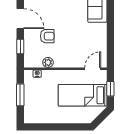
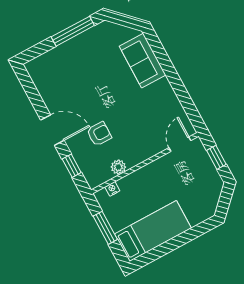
bed: (83, 95) -> (153, 231), moved, turned 180

